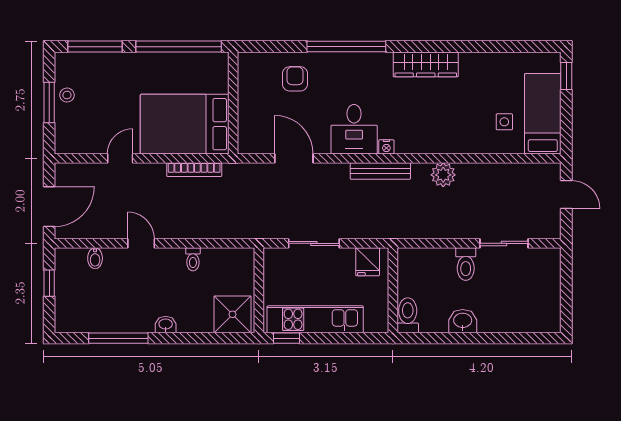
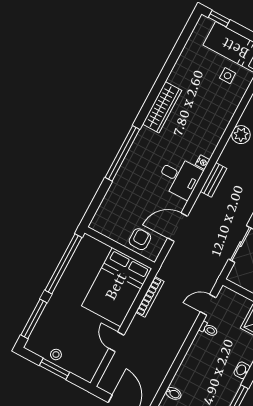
armchair: (295, 79) -> (140, 239), moved, turned 90
bench: (380, 171) -> (213, 180), width x0.73
door: (141, 243) -> (208, 305), moved

